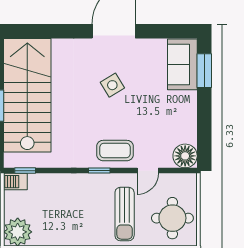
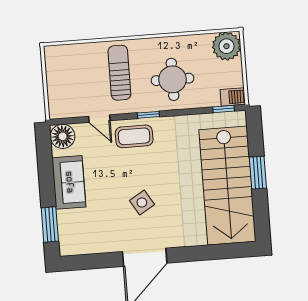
sofa: (182, 64) -> (69, 182), moved
door: (148, 171) -> (99, 119), swing flipped
round table: (172, 218) -> (173, 79), moved

